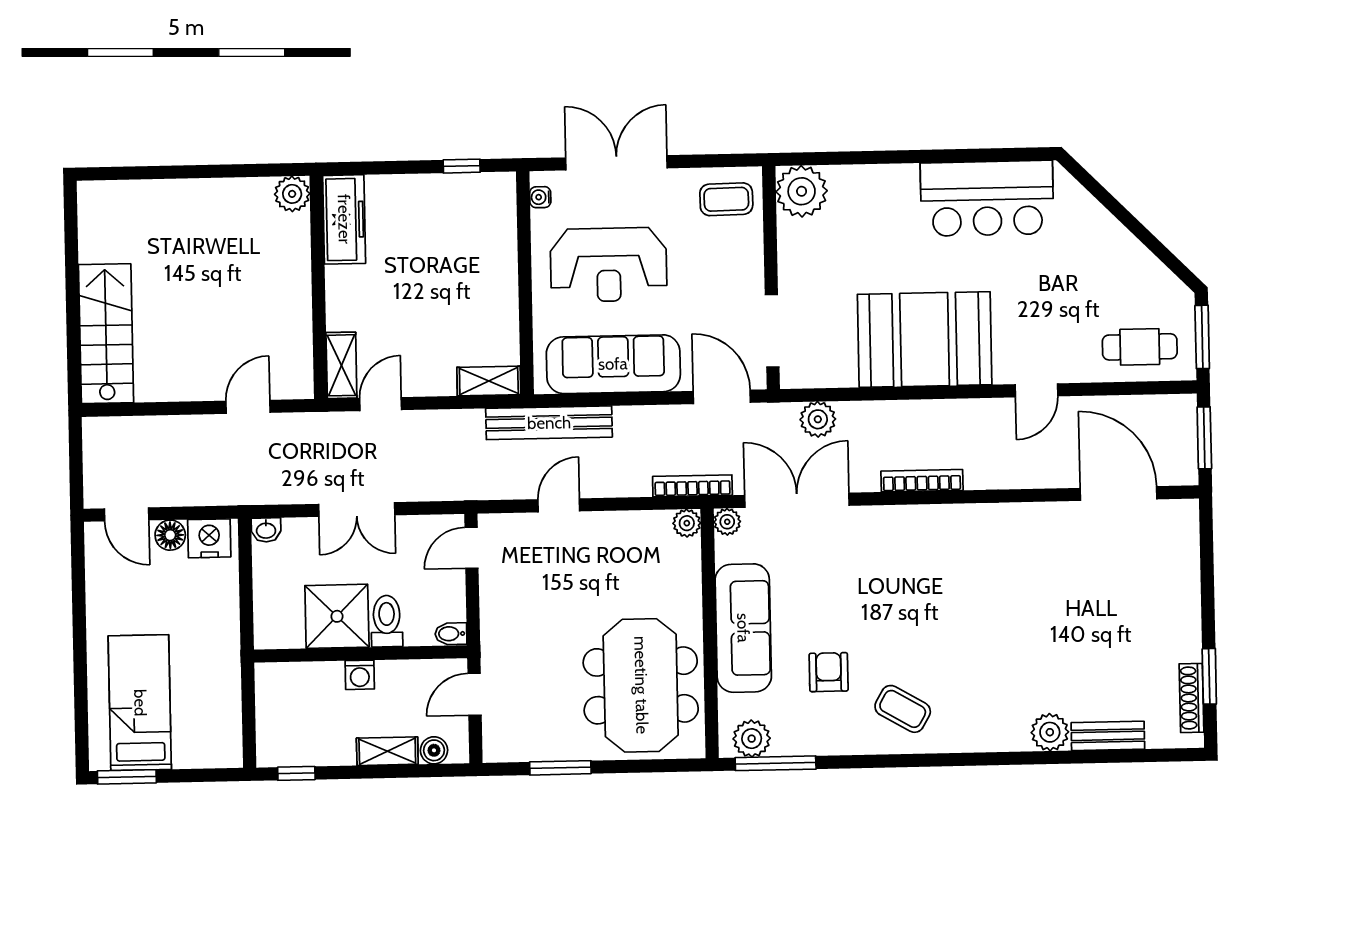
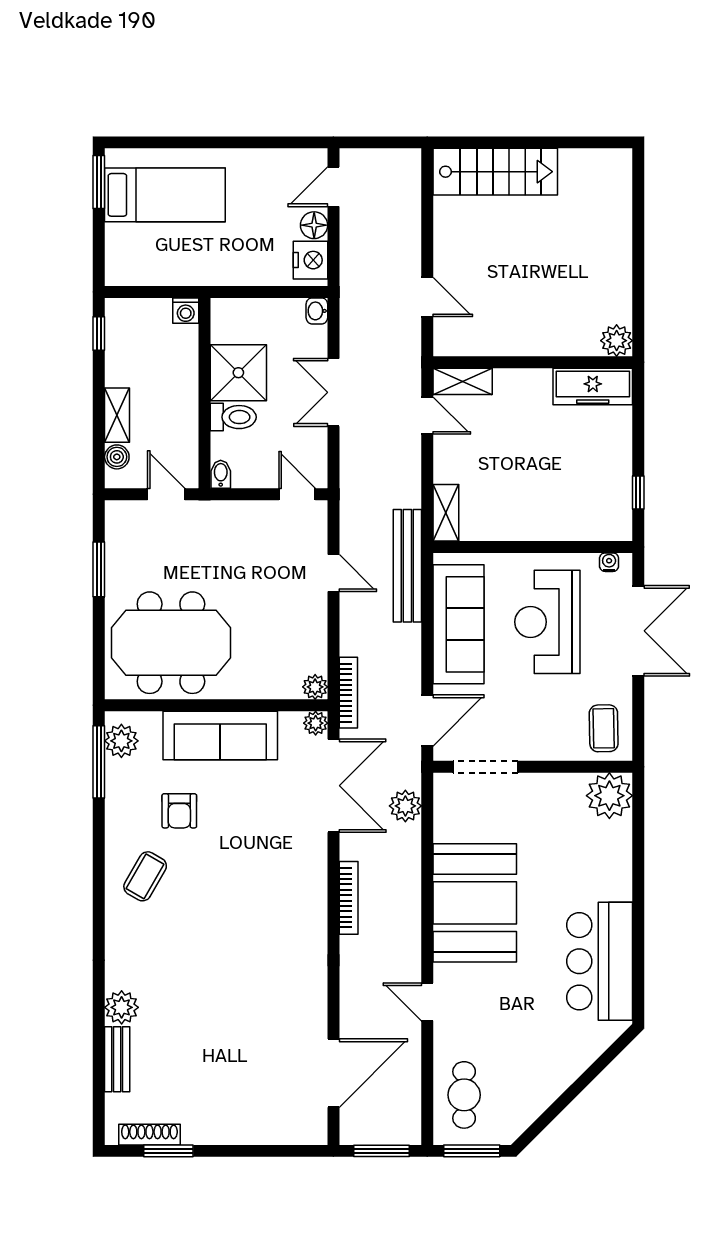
armchair: (829, 672) -> (179, 811), turned 90
washing machine: (360, 675) -> (186, 311), moved, turned -90

